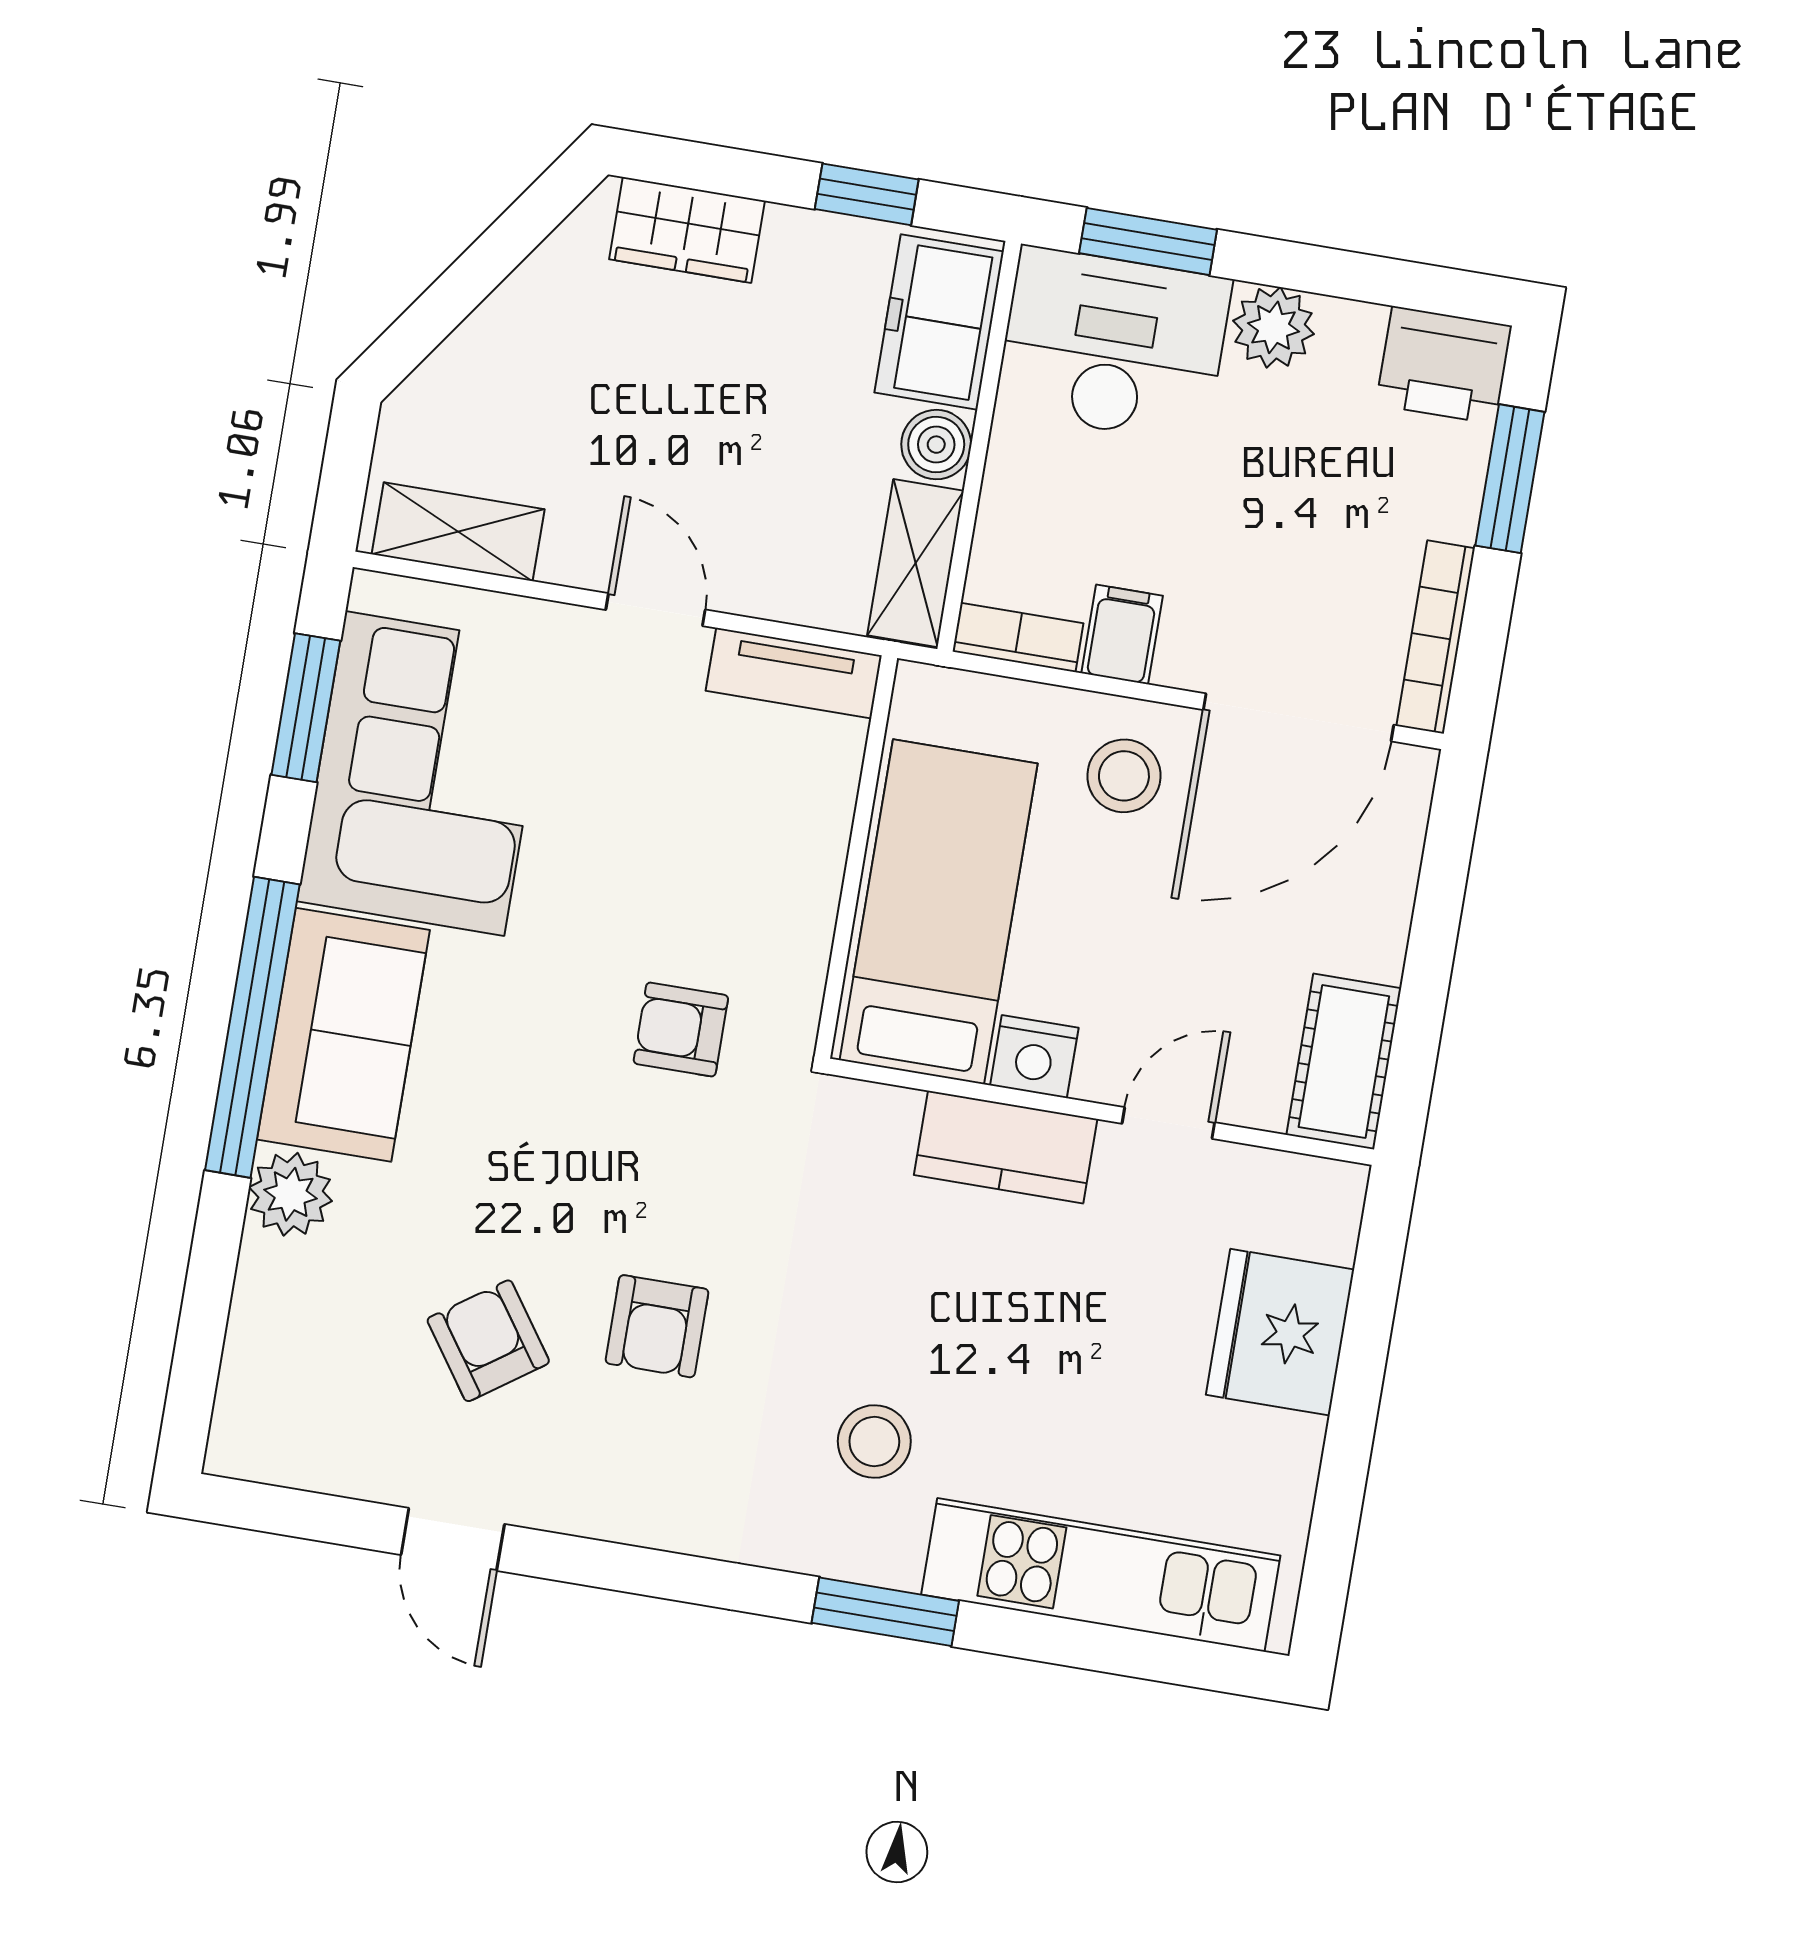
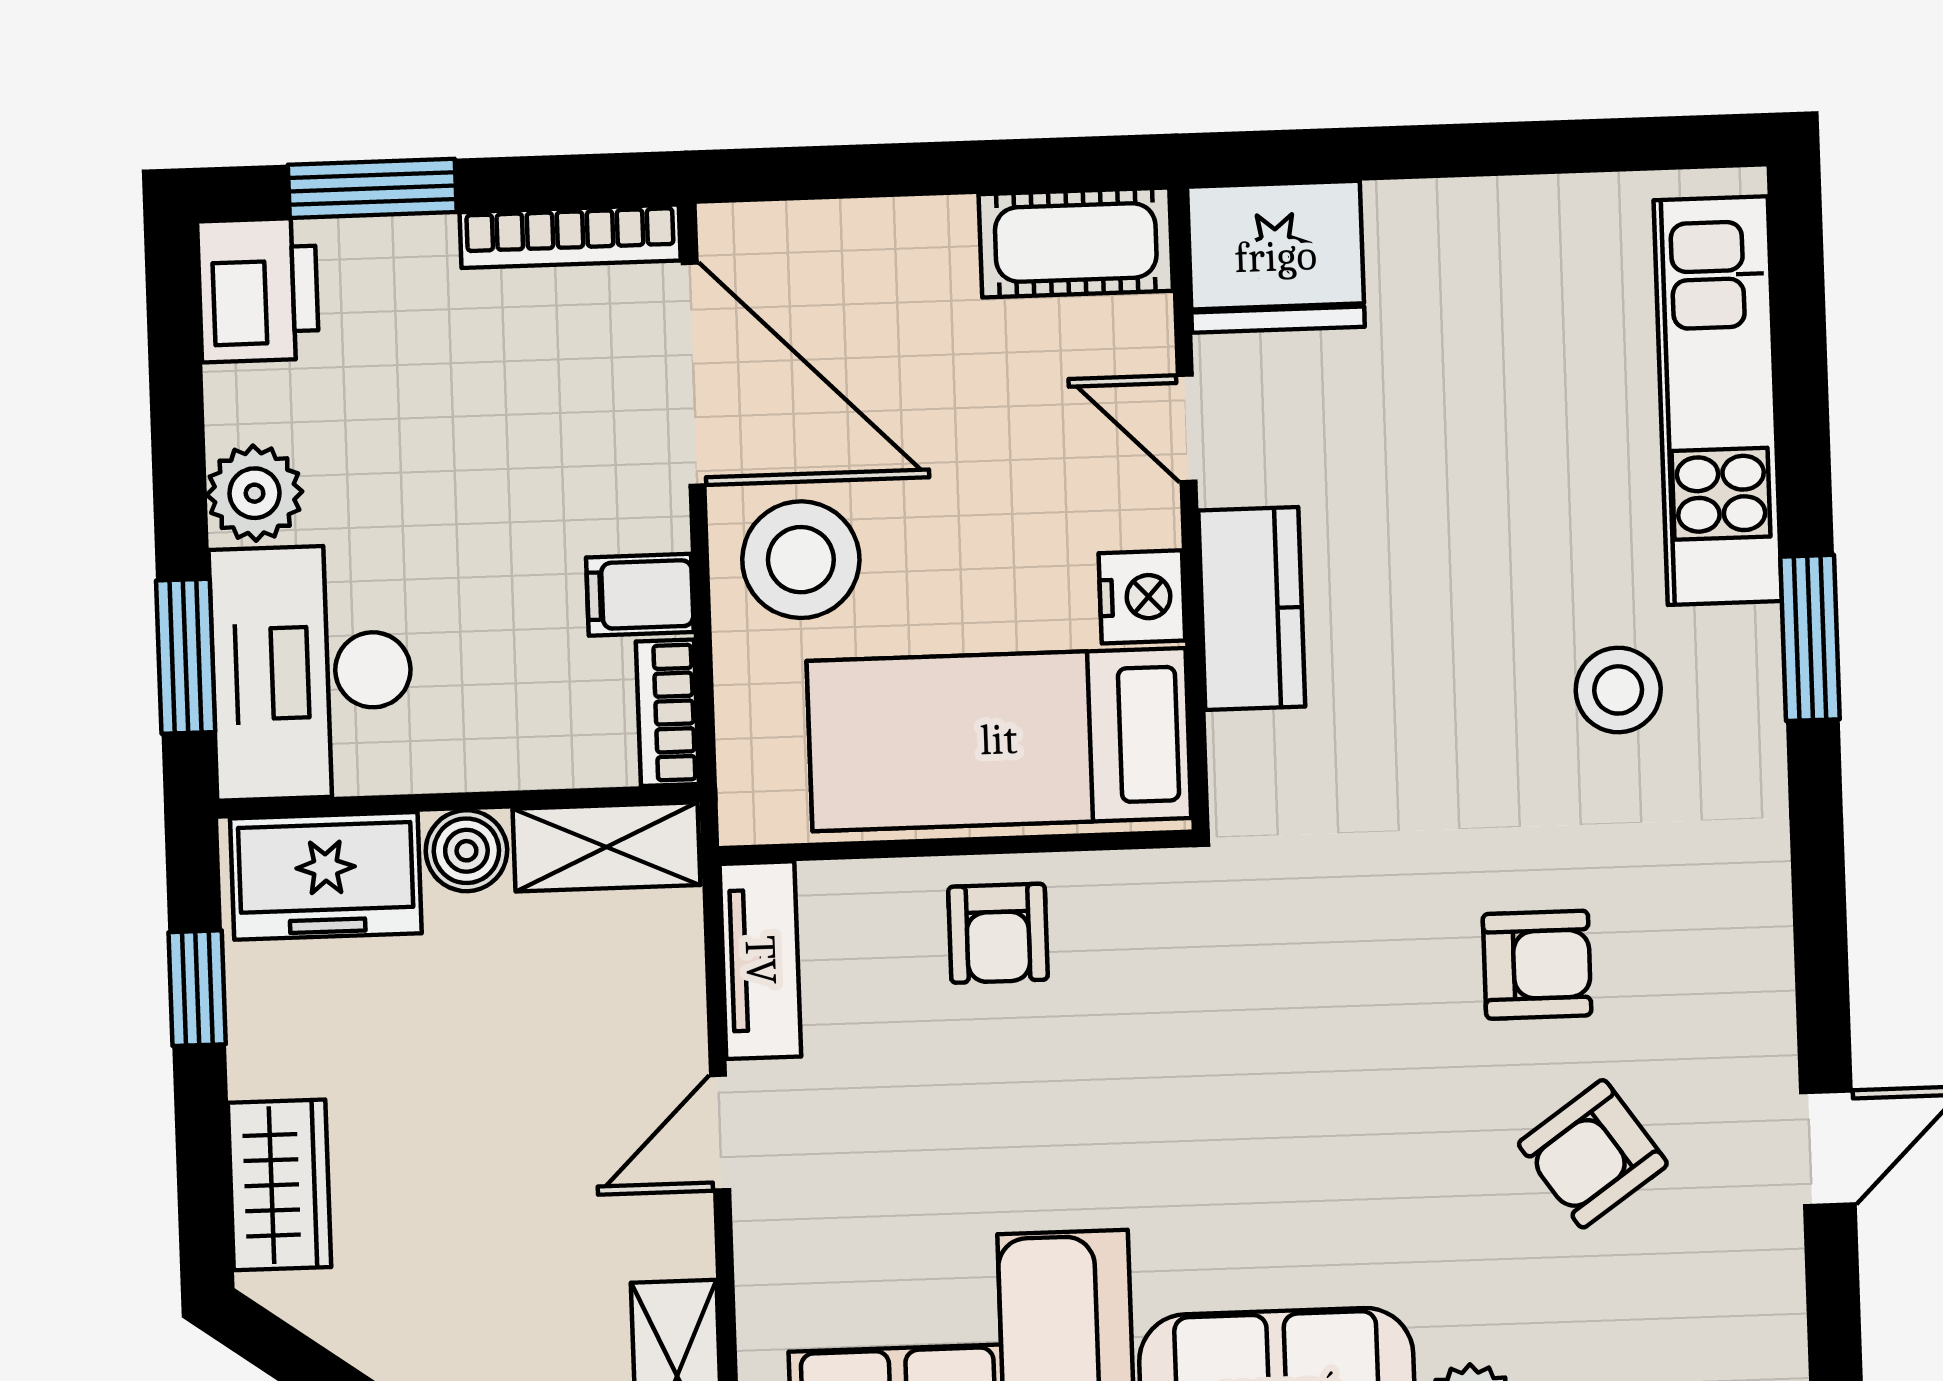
stool: (1124, 776) -> (801, 560), width x1.38, depth x1.38
armchair: (681, 1030) -> (998, 933), moved
fridge: (1280, 1332) -> (1276, 257), moved

